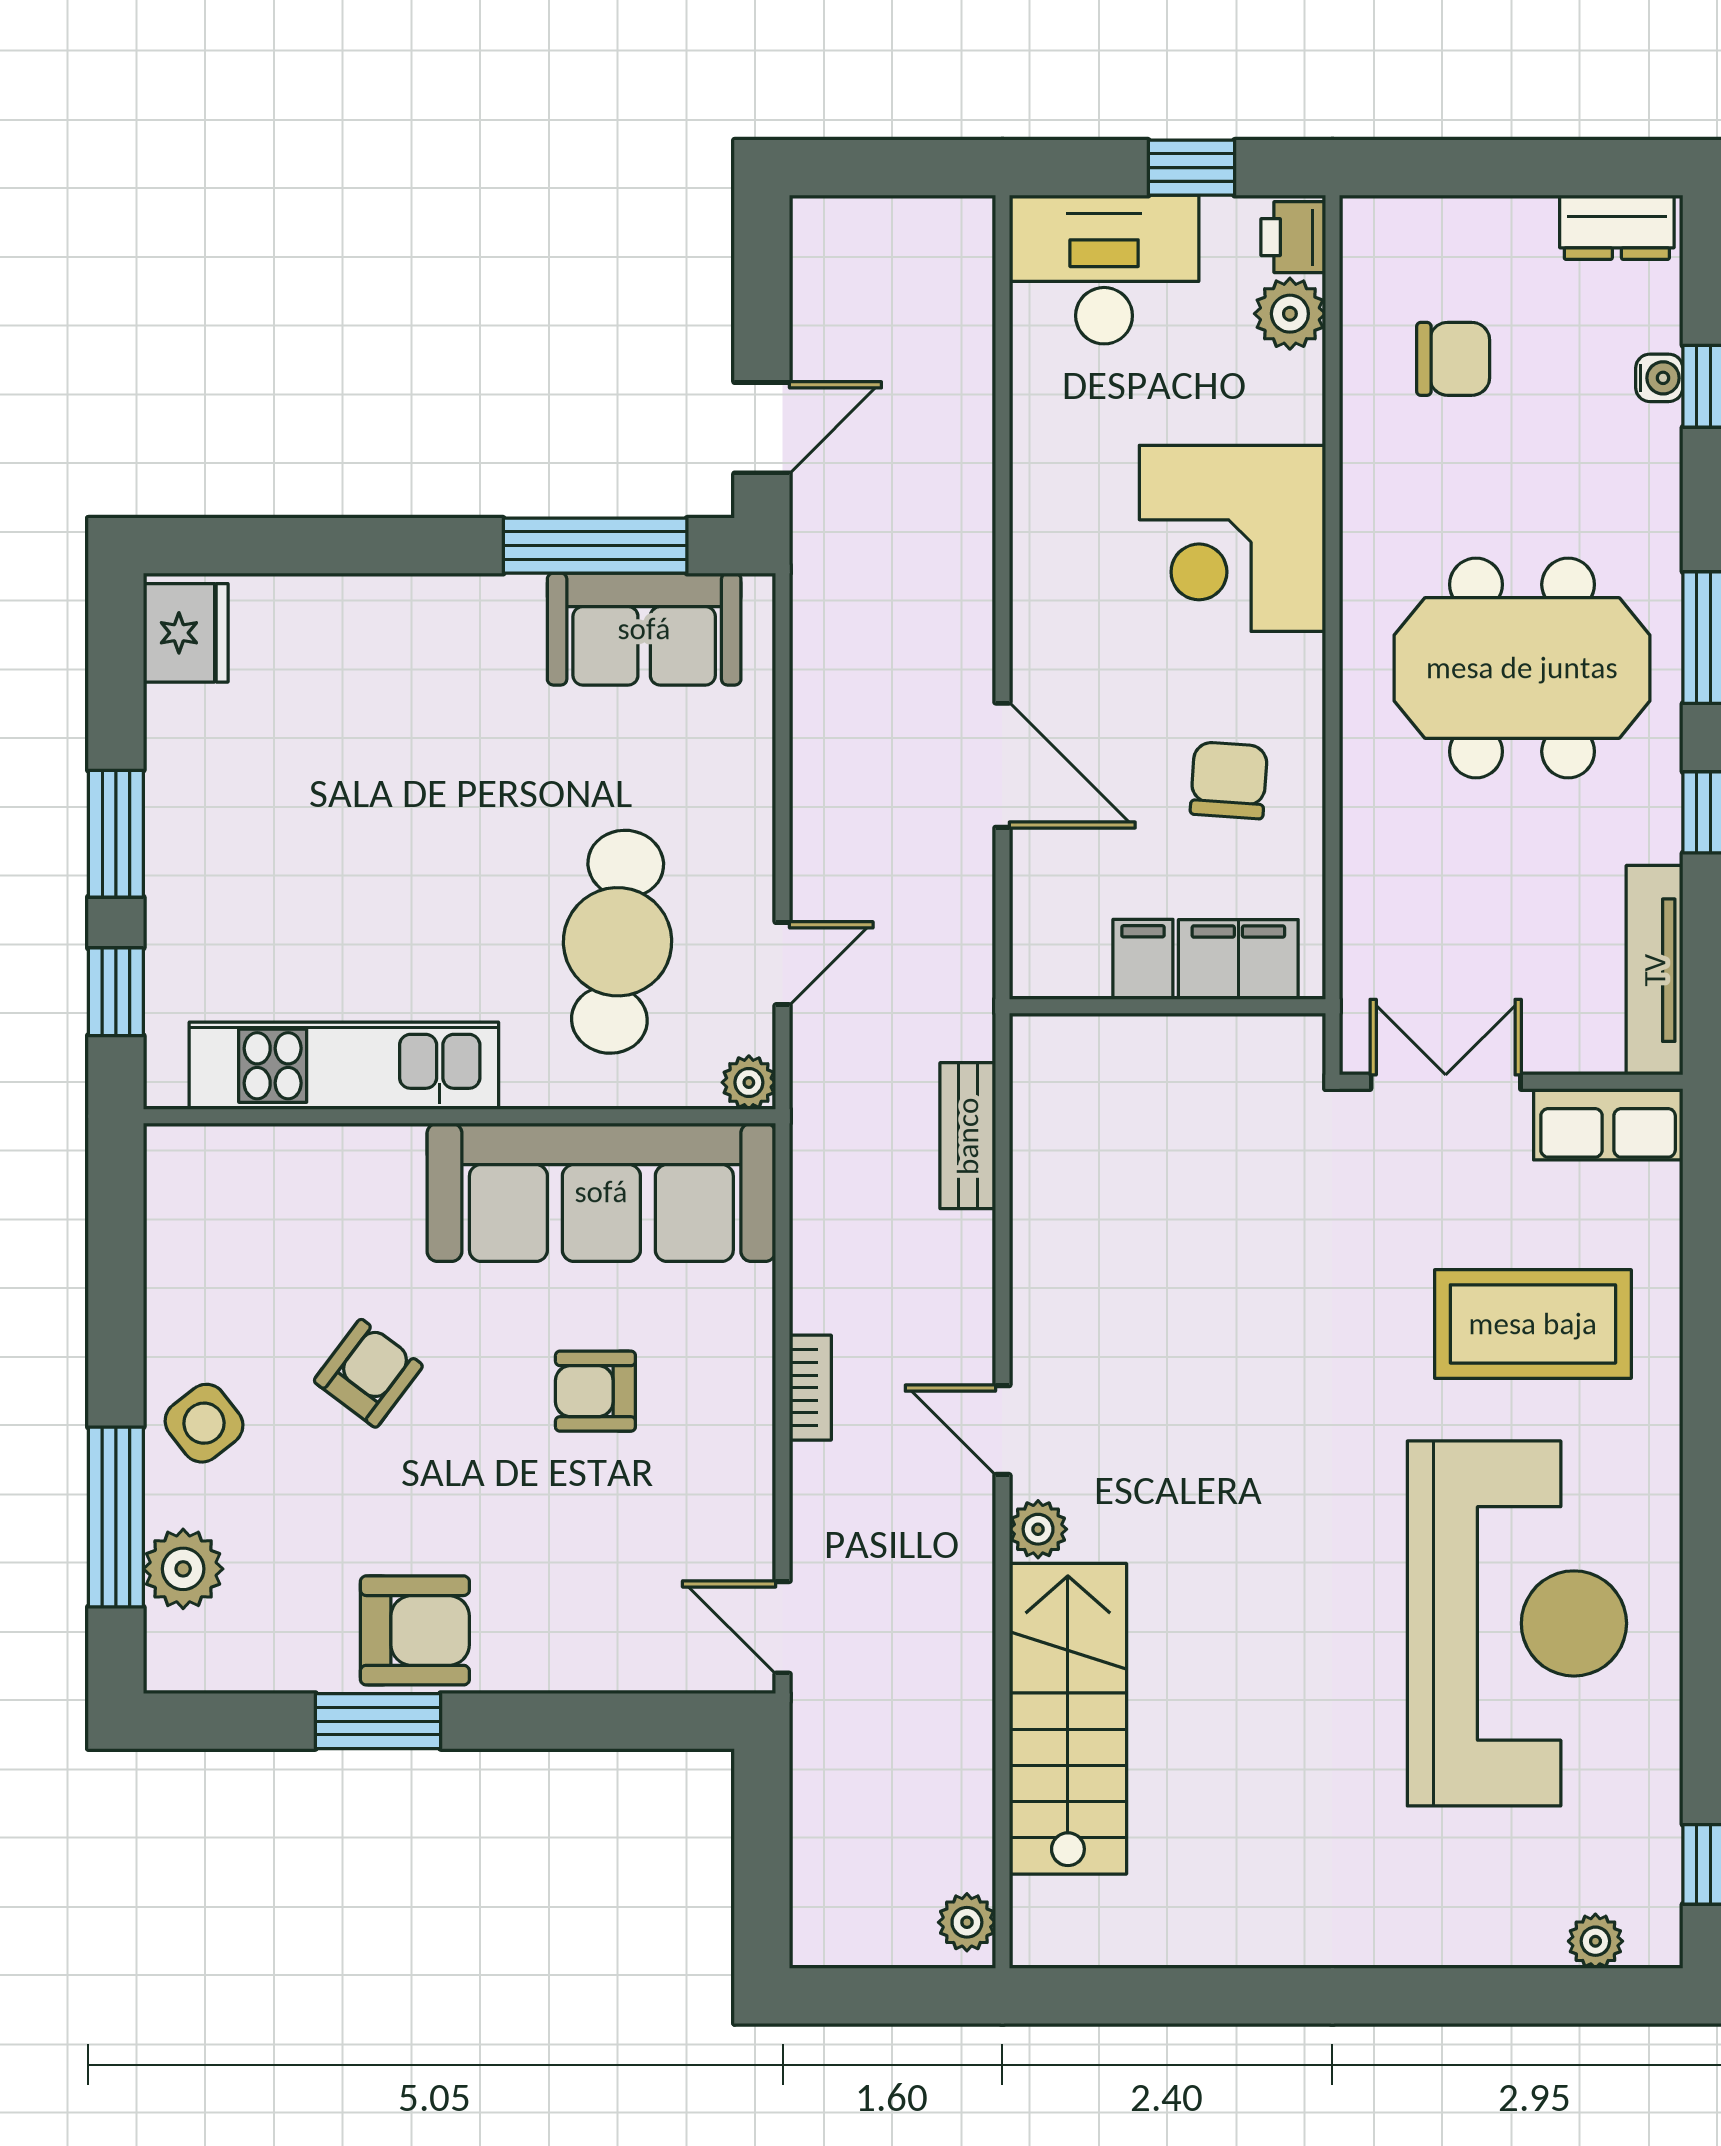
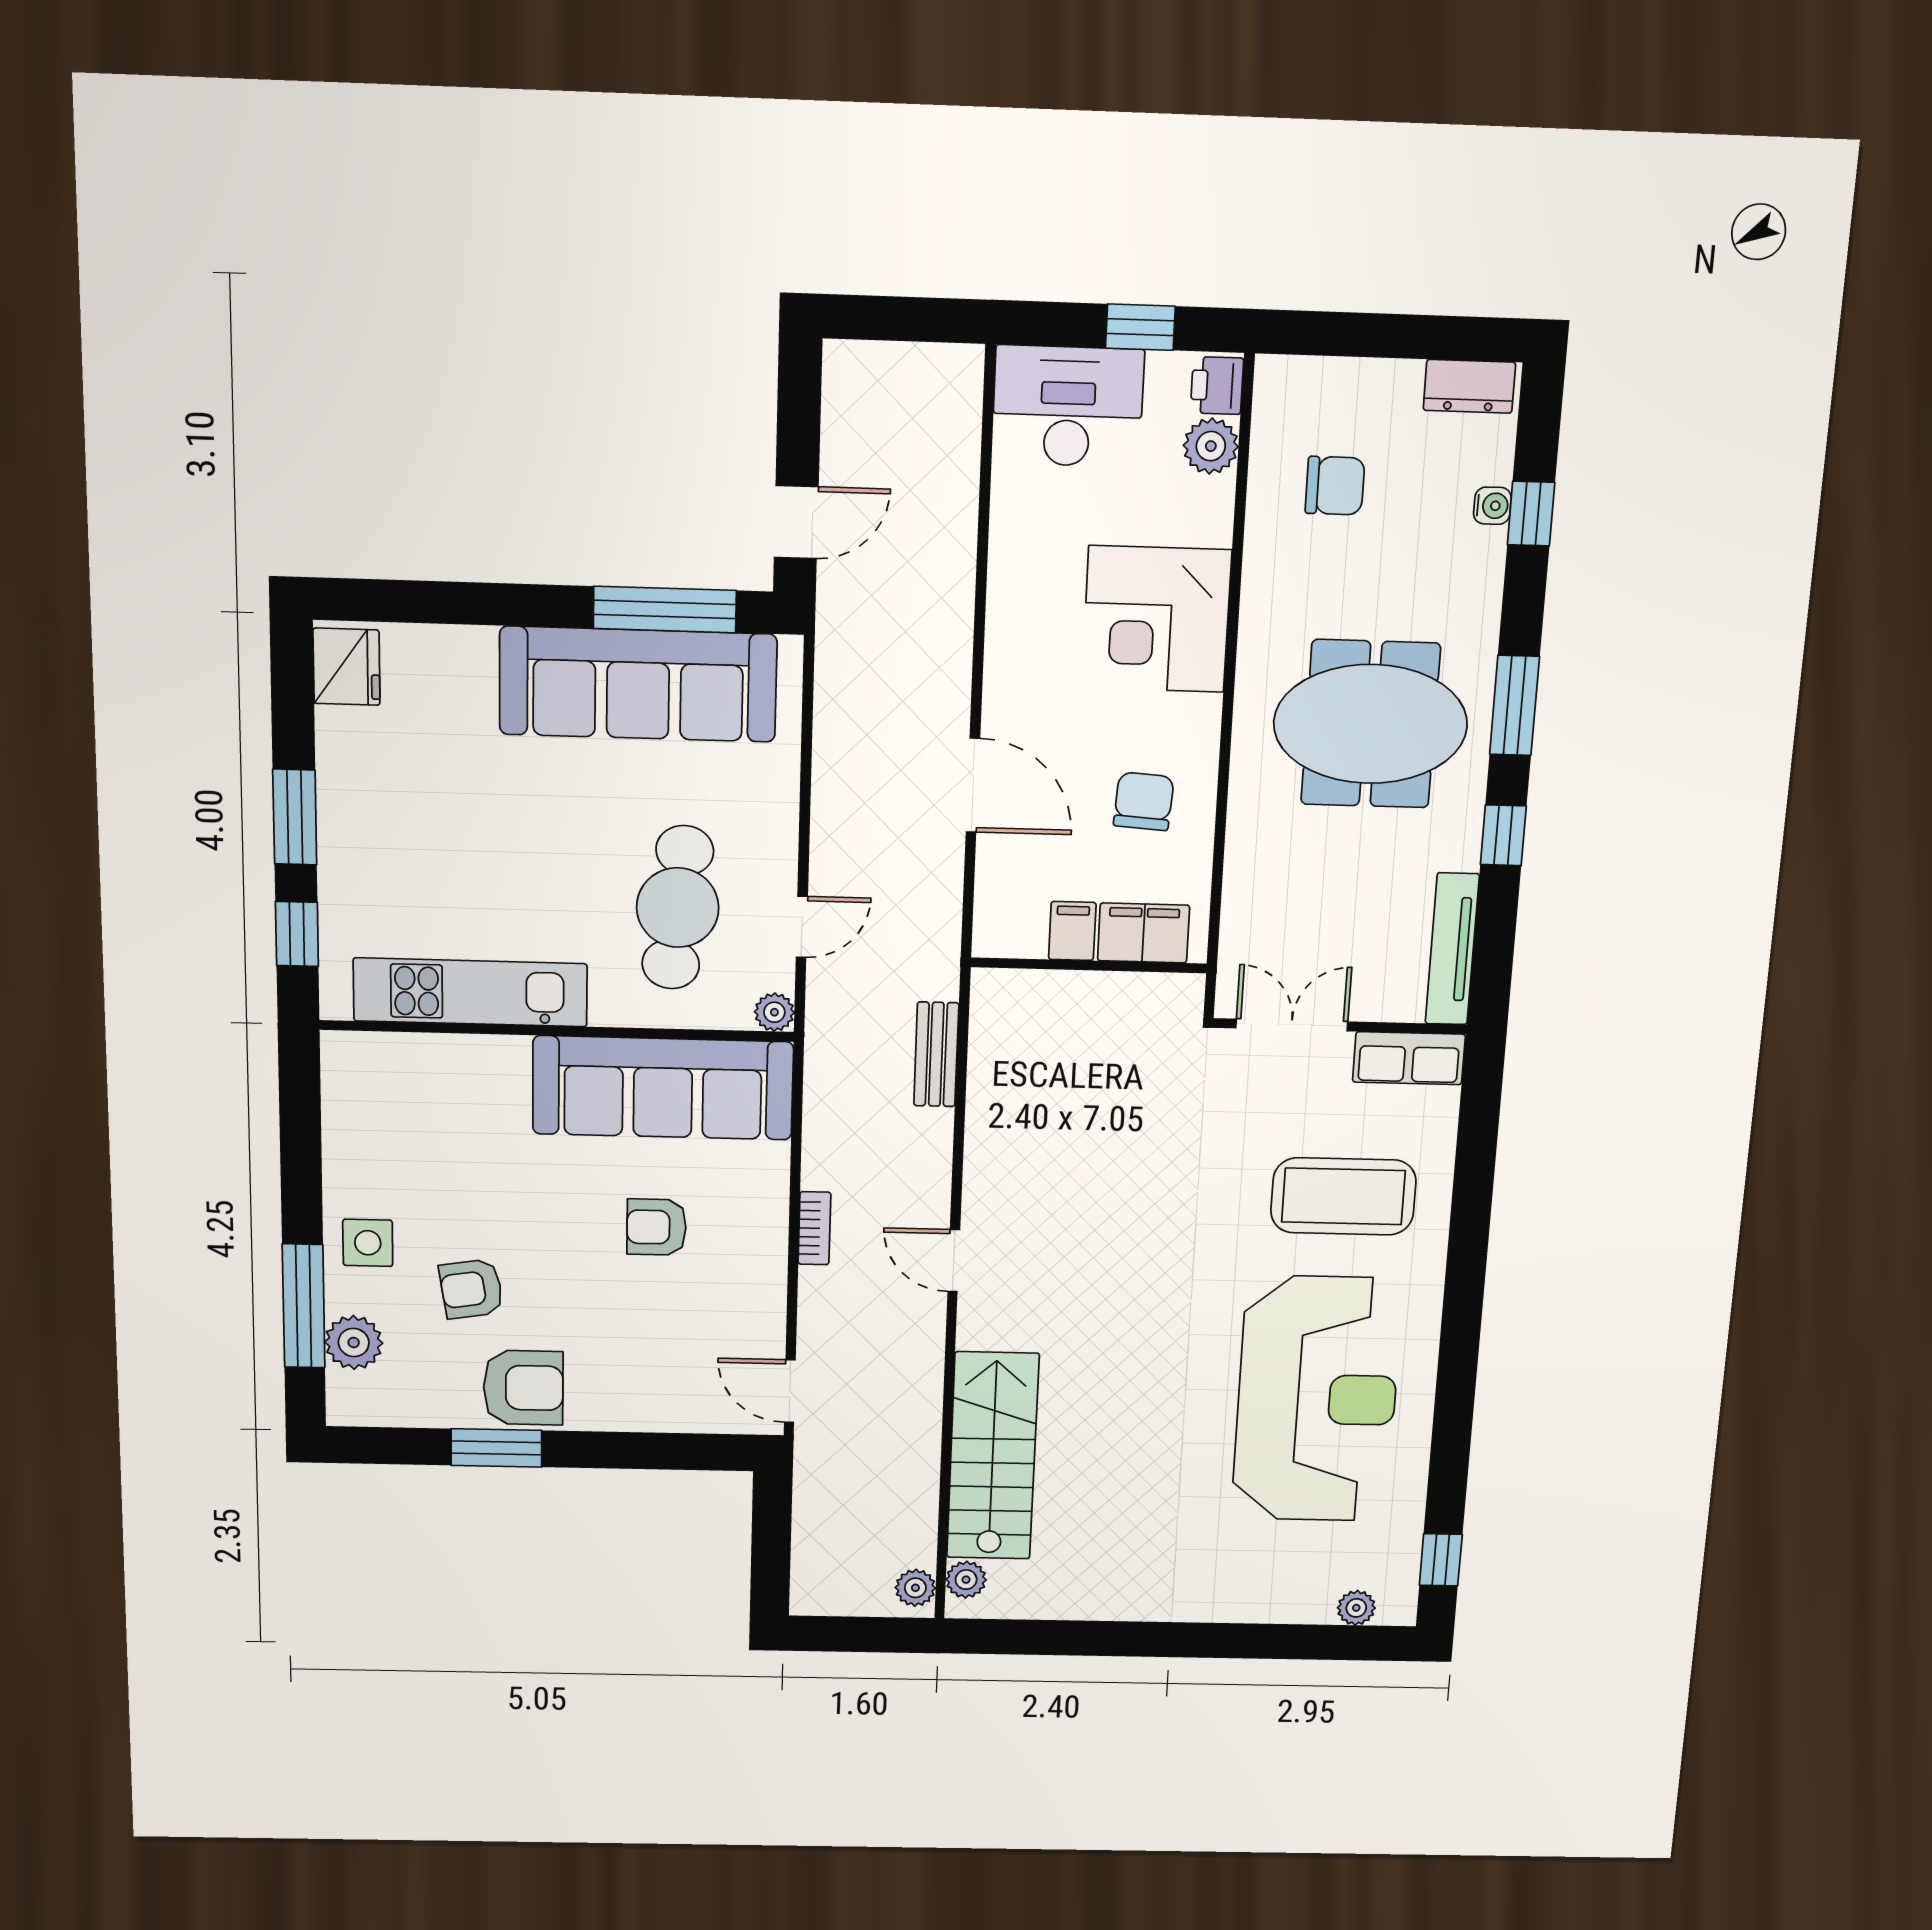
sofa: (644, 629) -> (638, 684), width x1.85, depth x1.27
armchair: (368, 1373) -> (471, 1289), moved, turned -136
side table: (204, 1423) -> (368, 1243), turned 38
plant: (1038, 1529) -> (966, 1580), moved

